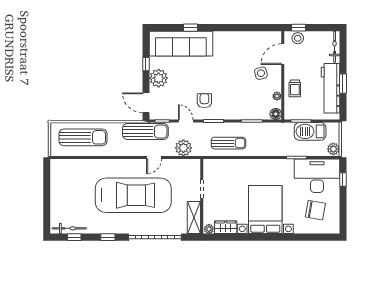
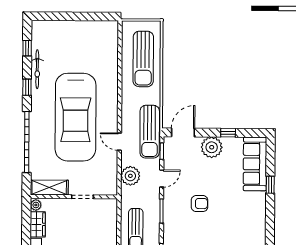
sofa: (181, 44) -> (255, 164), width x0.74, depth x0.79
armchair: (204, 101) -> (199, 204), moved
bicycle: (69, 228) -> (37, 69), moved

